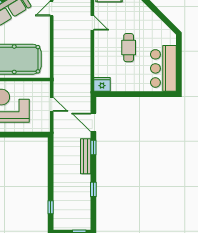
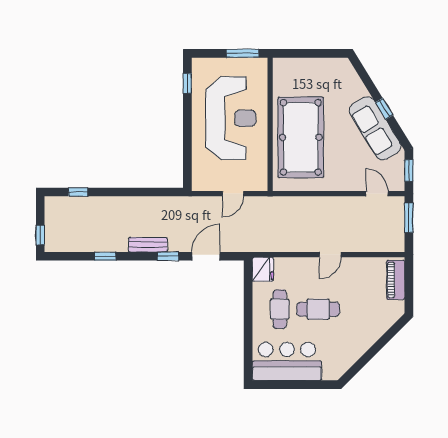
door: (92, 23) -> (330, 255), moved
cafe table: (129, 73) -> (280, 309), added
bench: (86, 156) -> (148, 245), width x0.73

